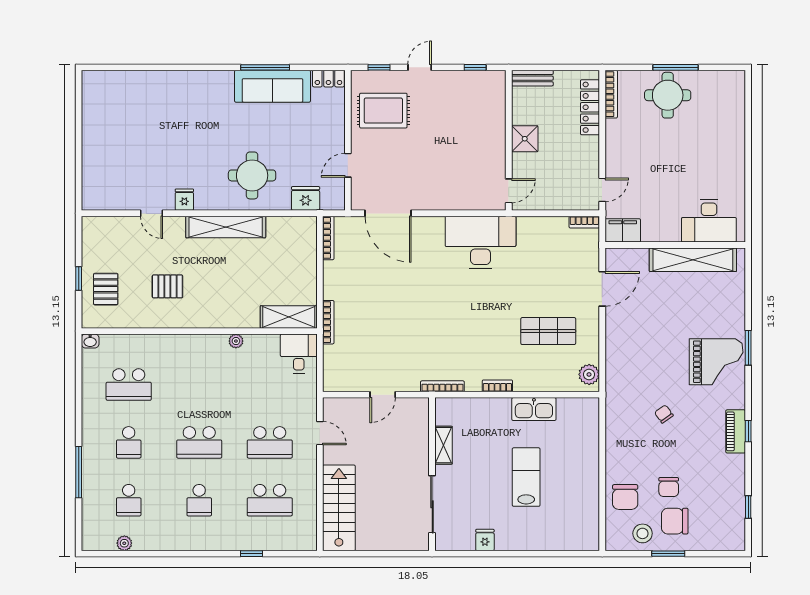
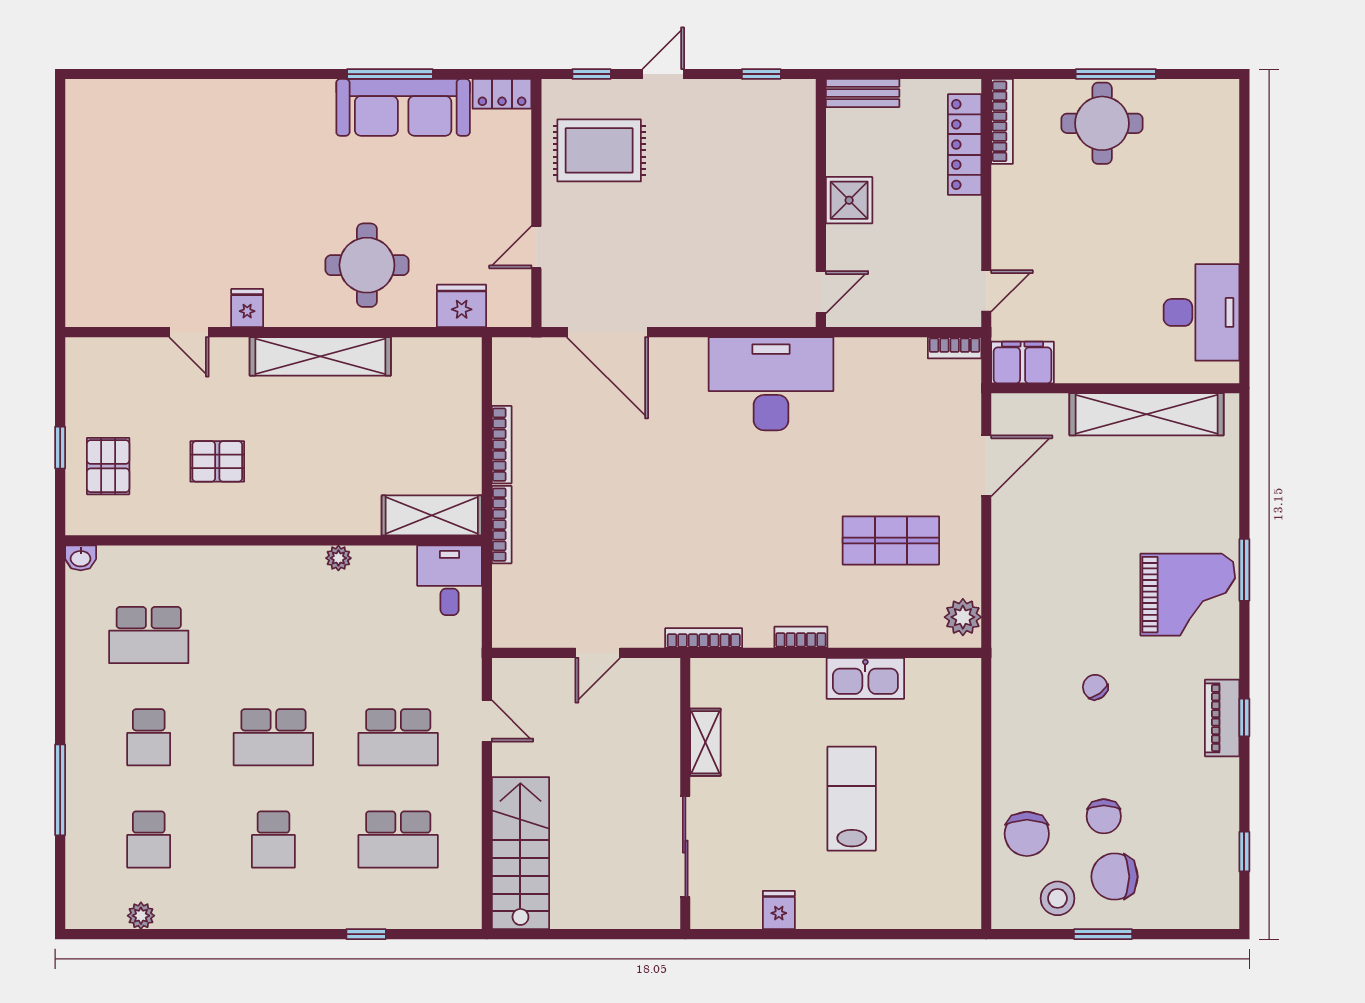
desk: (709, 221) -> (1201, 312), moved, turned -90
bookcase: (328, 238) -> (502, 445), moved

